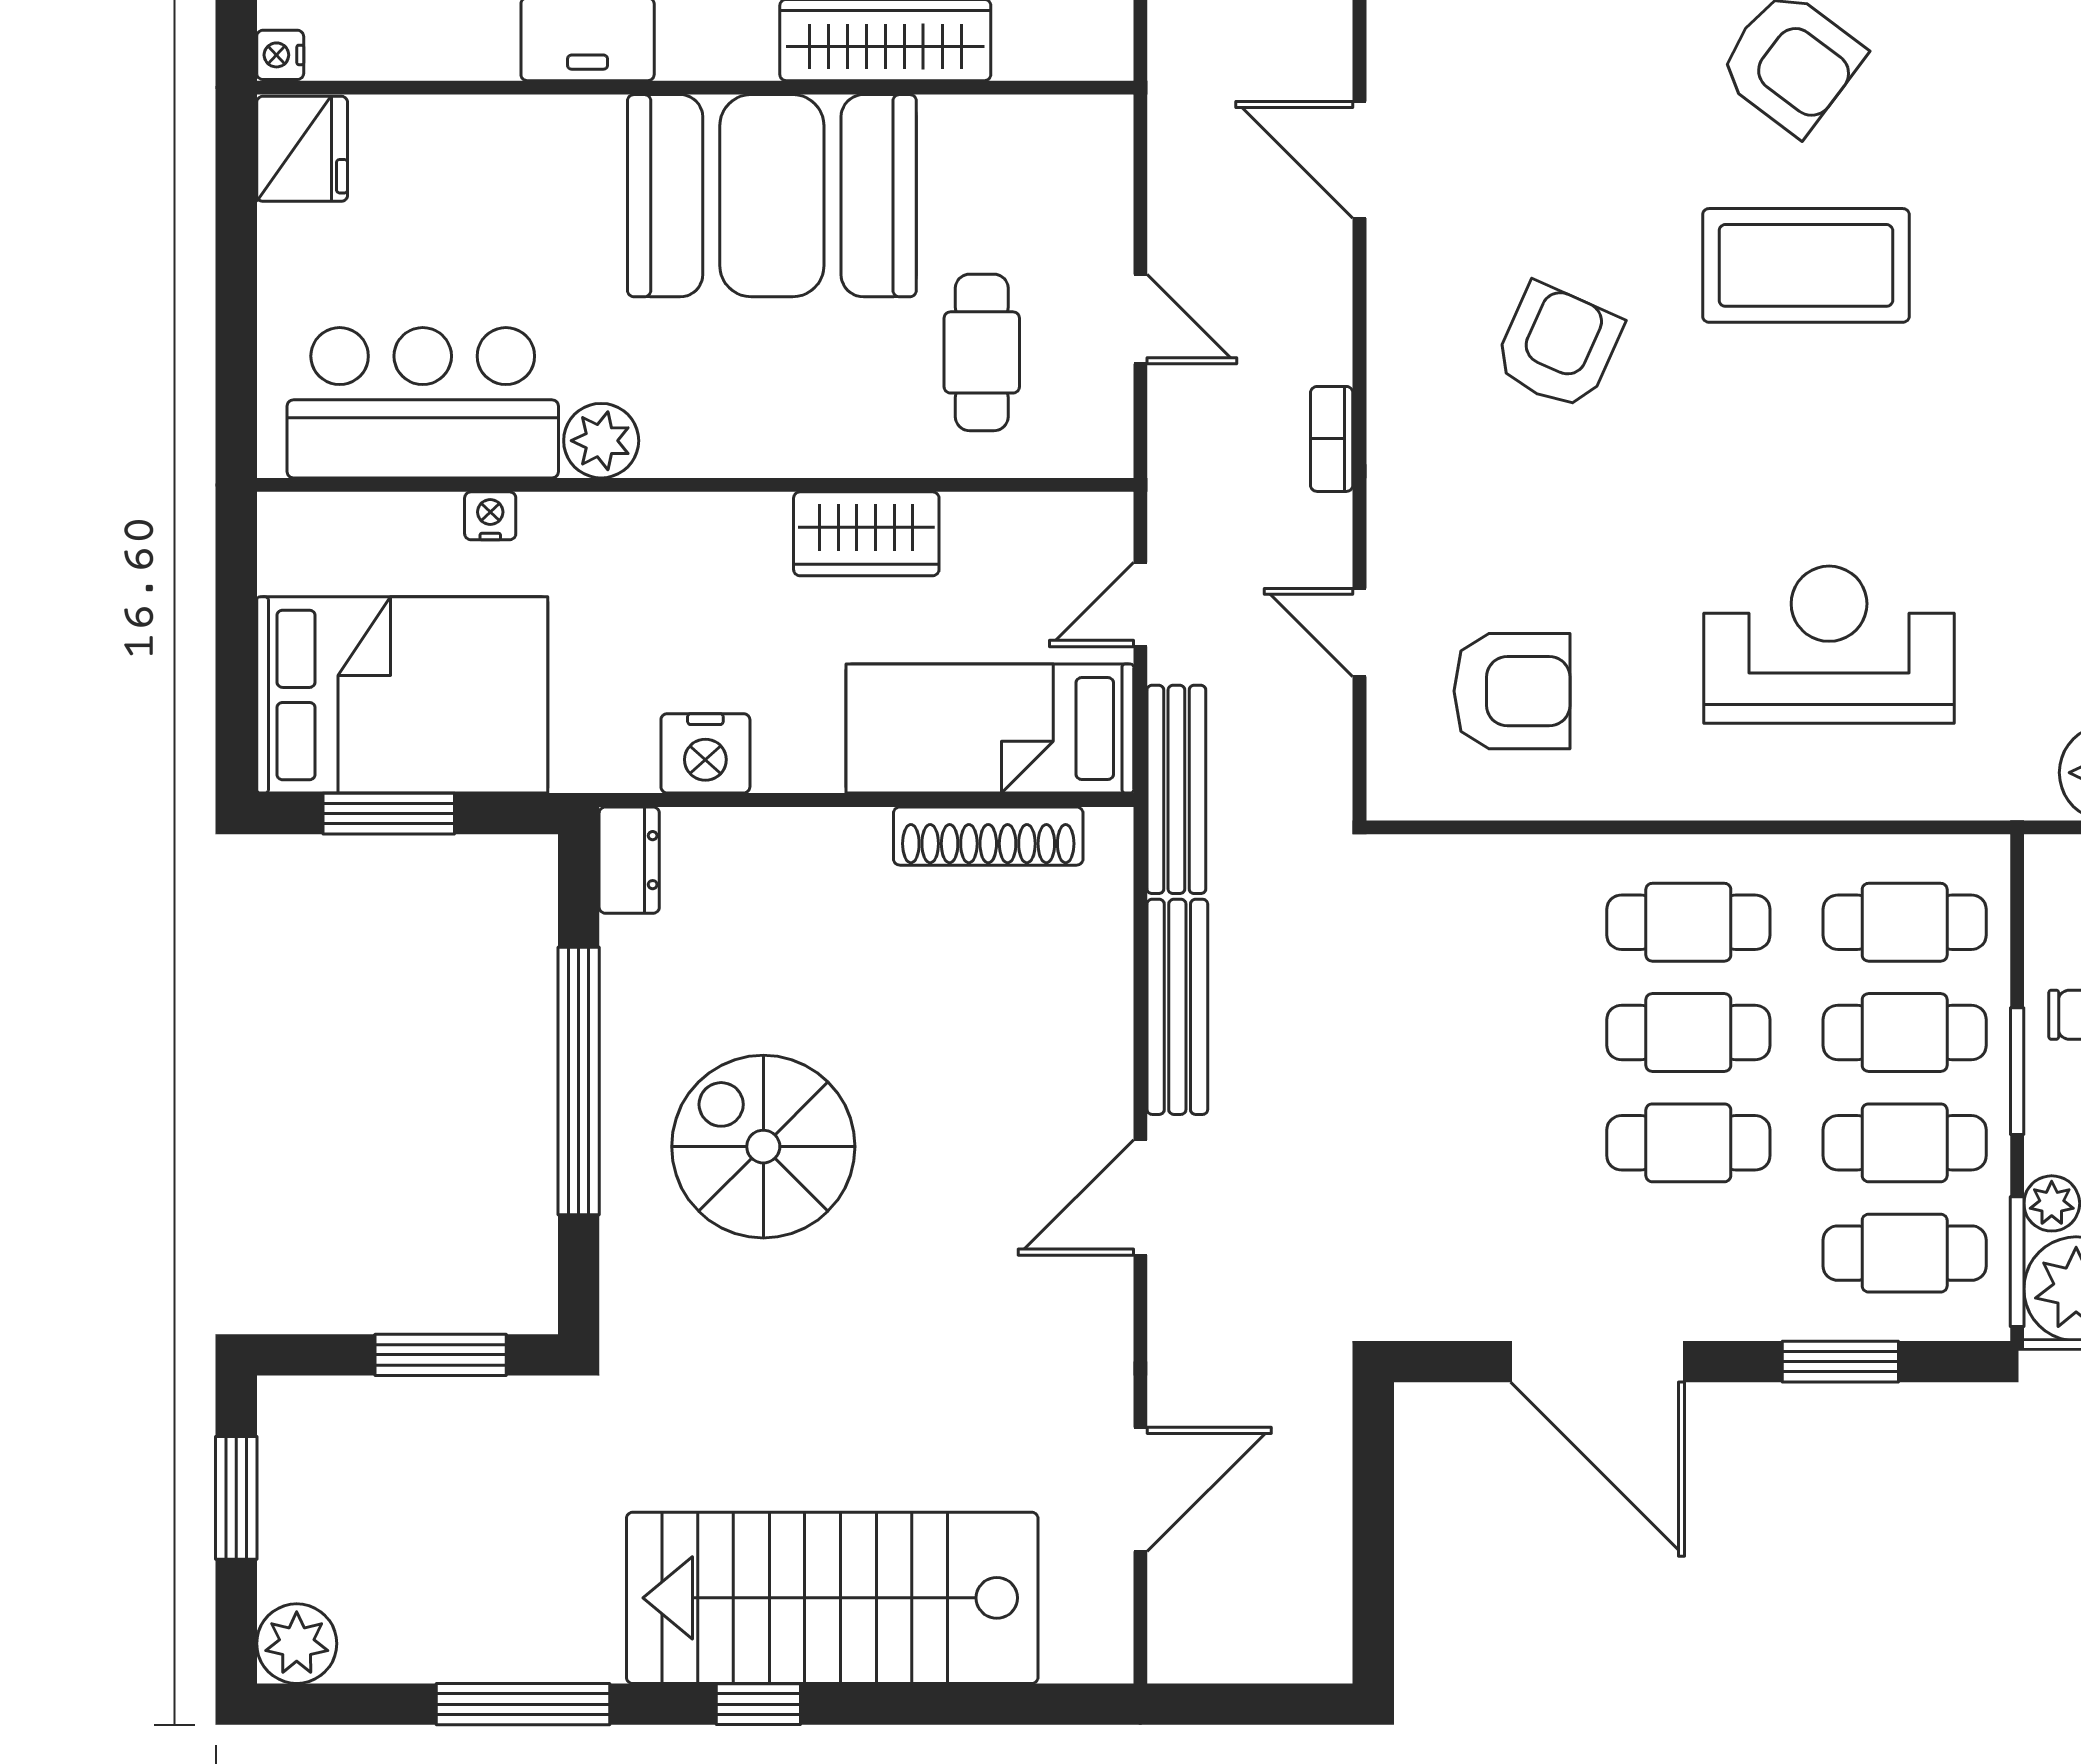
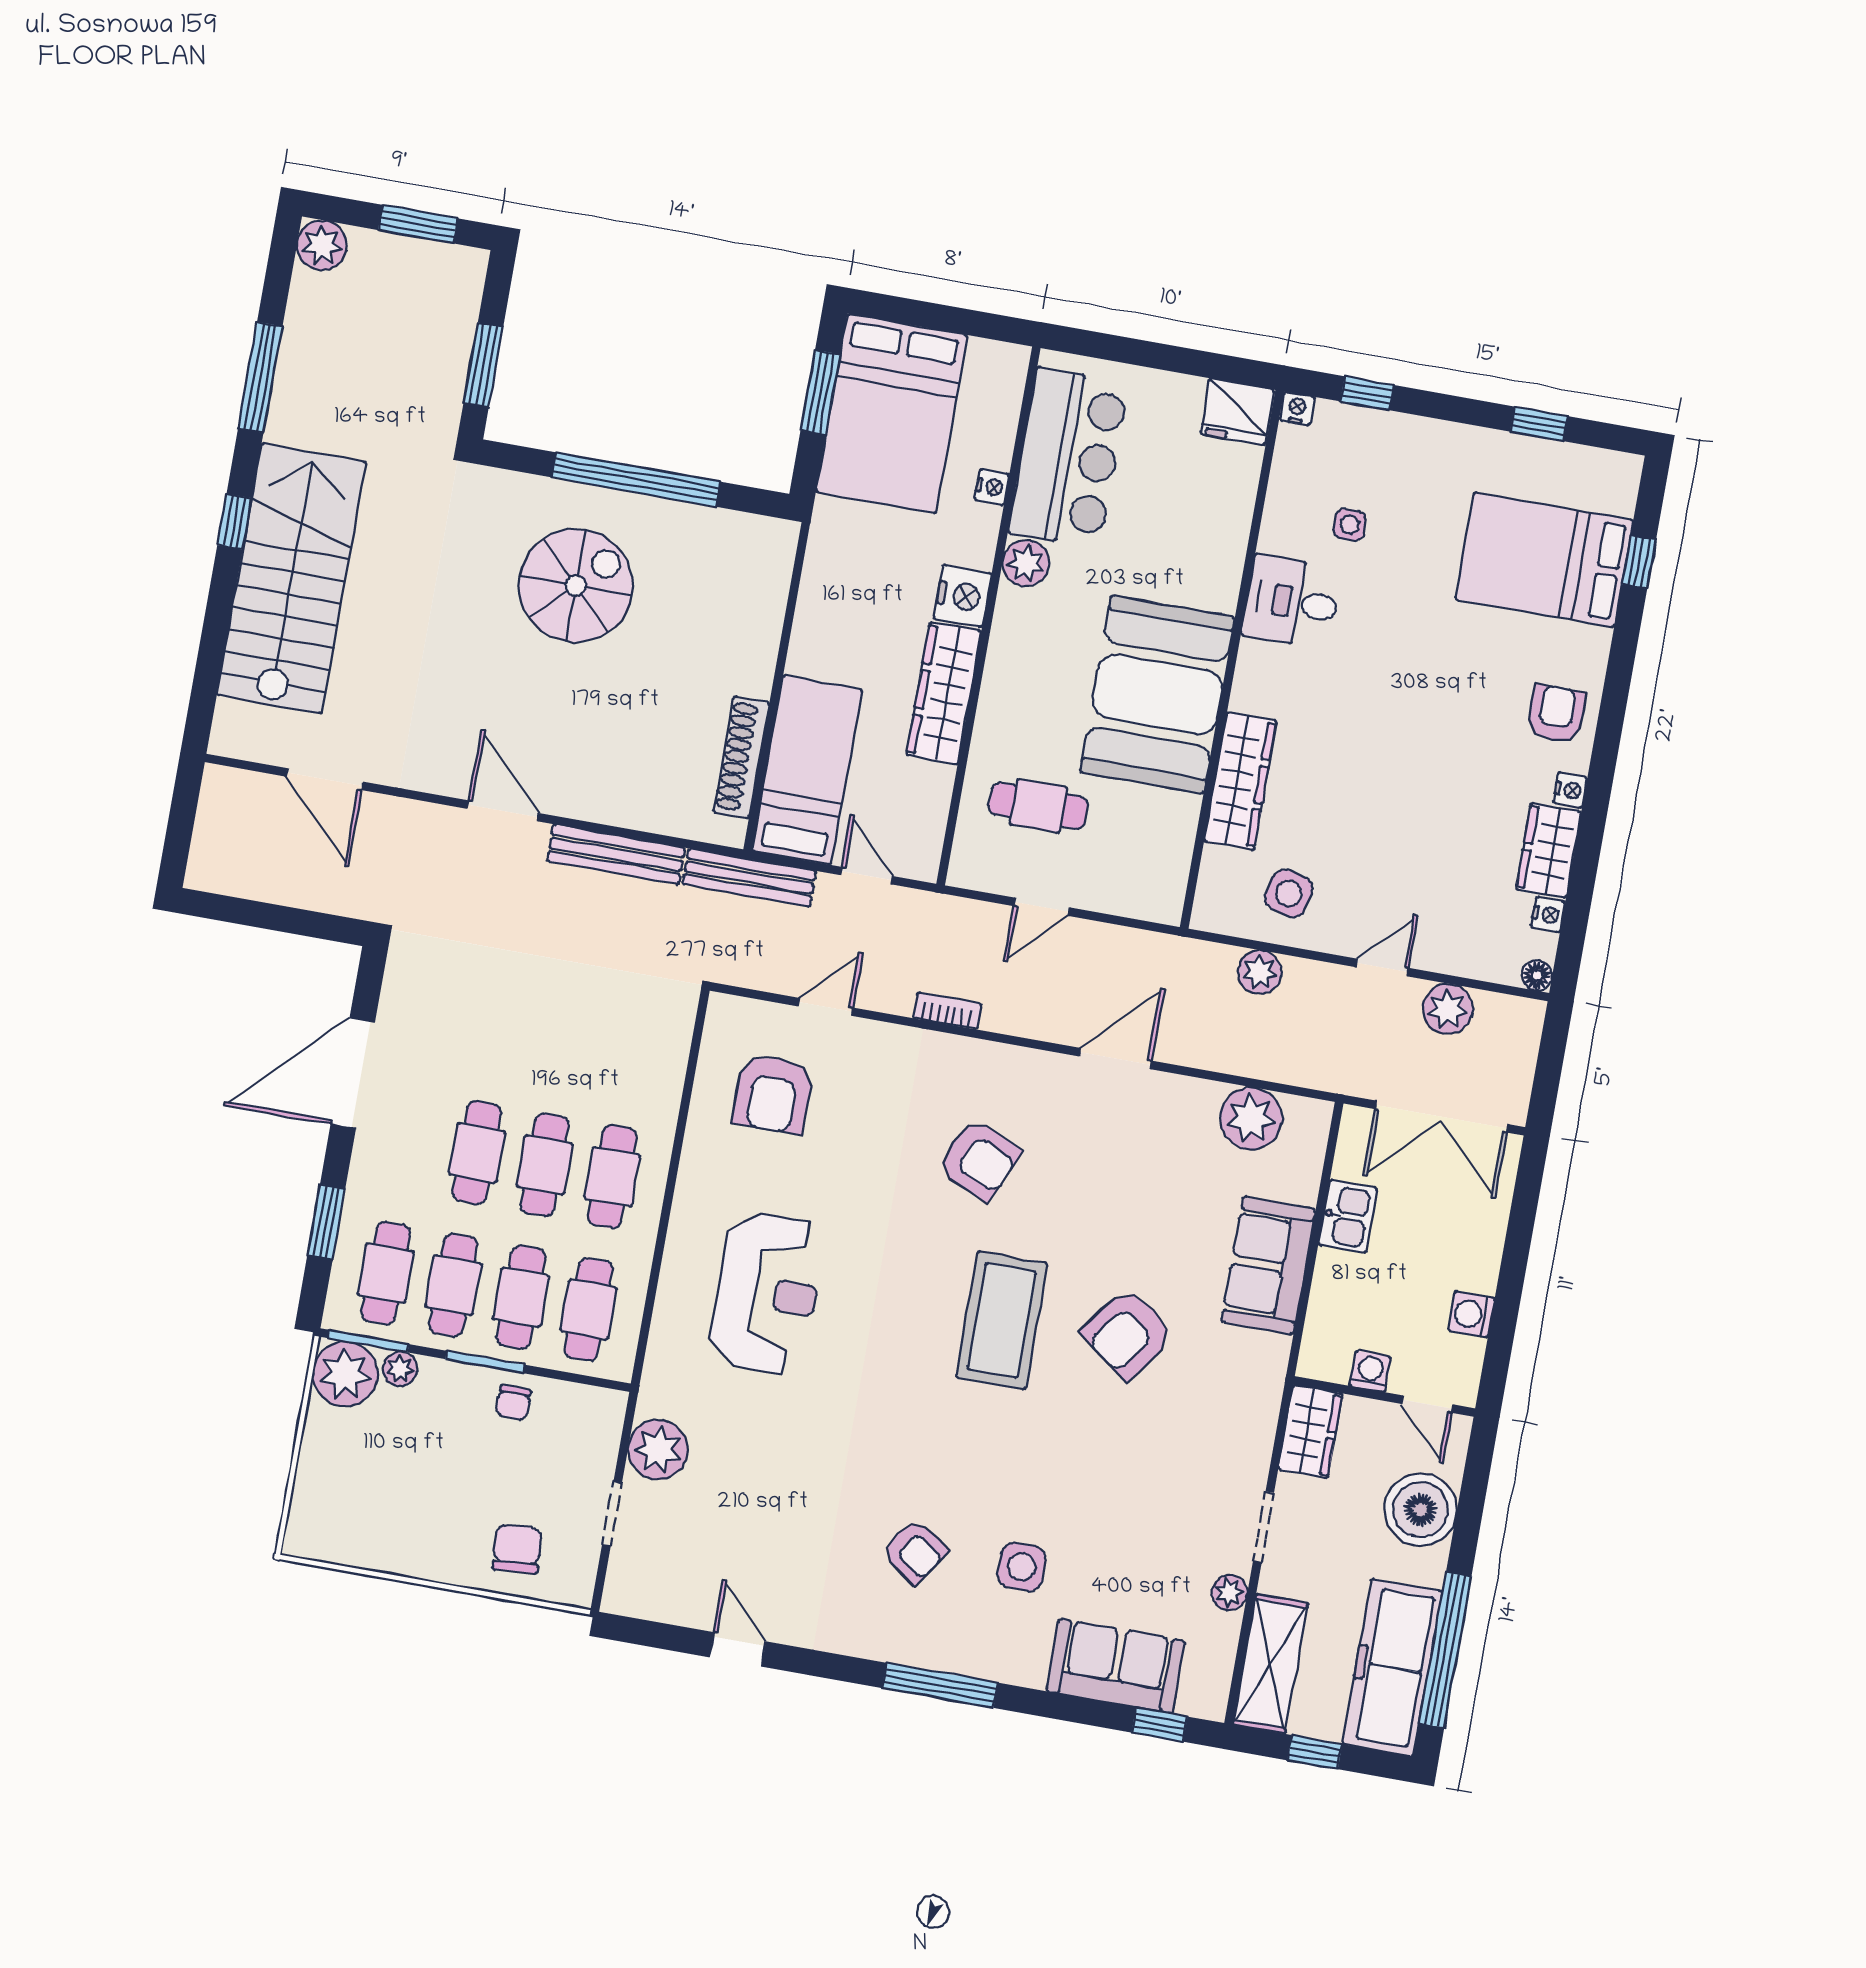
wardrobe: (866, 534) -> (944, 693), width x1.50
nightstand: (705, 753) -> (962, 596), moved, turned 180
dresser: (629, 860) -> (766, 535), removed

